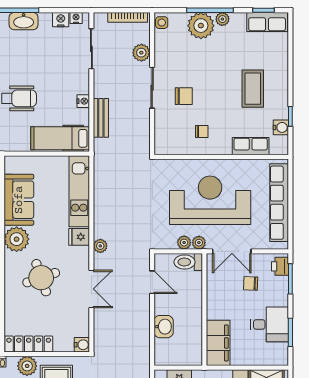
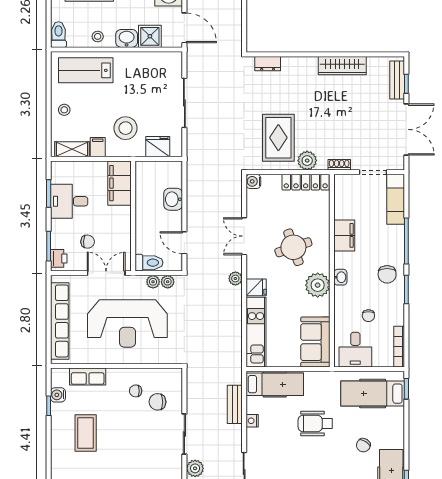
chair: (184, 96) -> (157, 402), moved
sofa: (19, 200) -> (315, 342), moved
plant: (199, 243) -> (168, 282), moved

